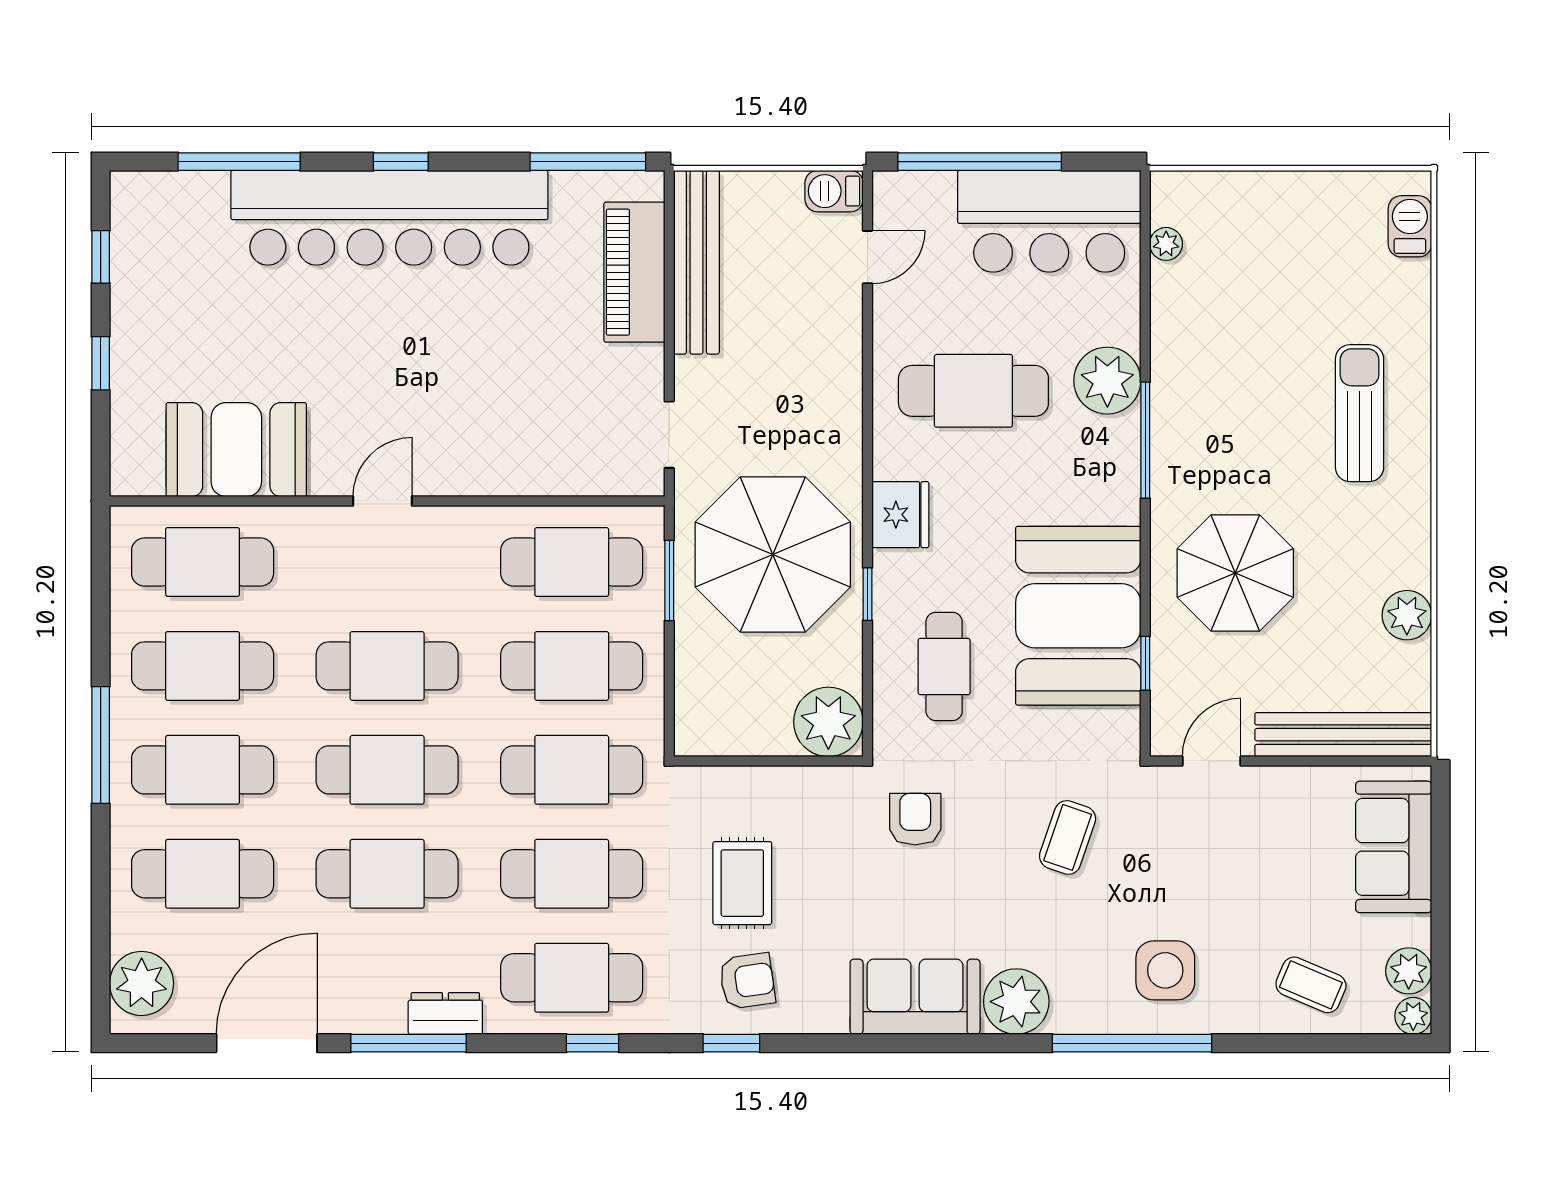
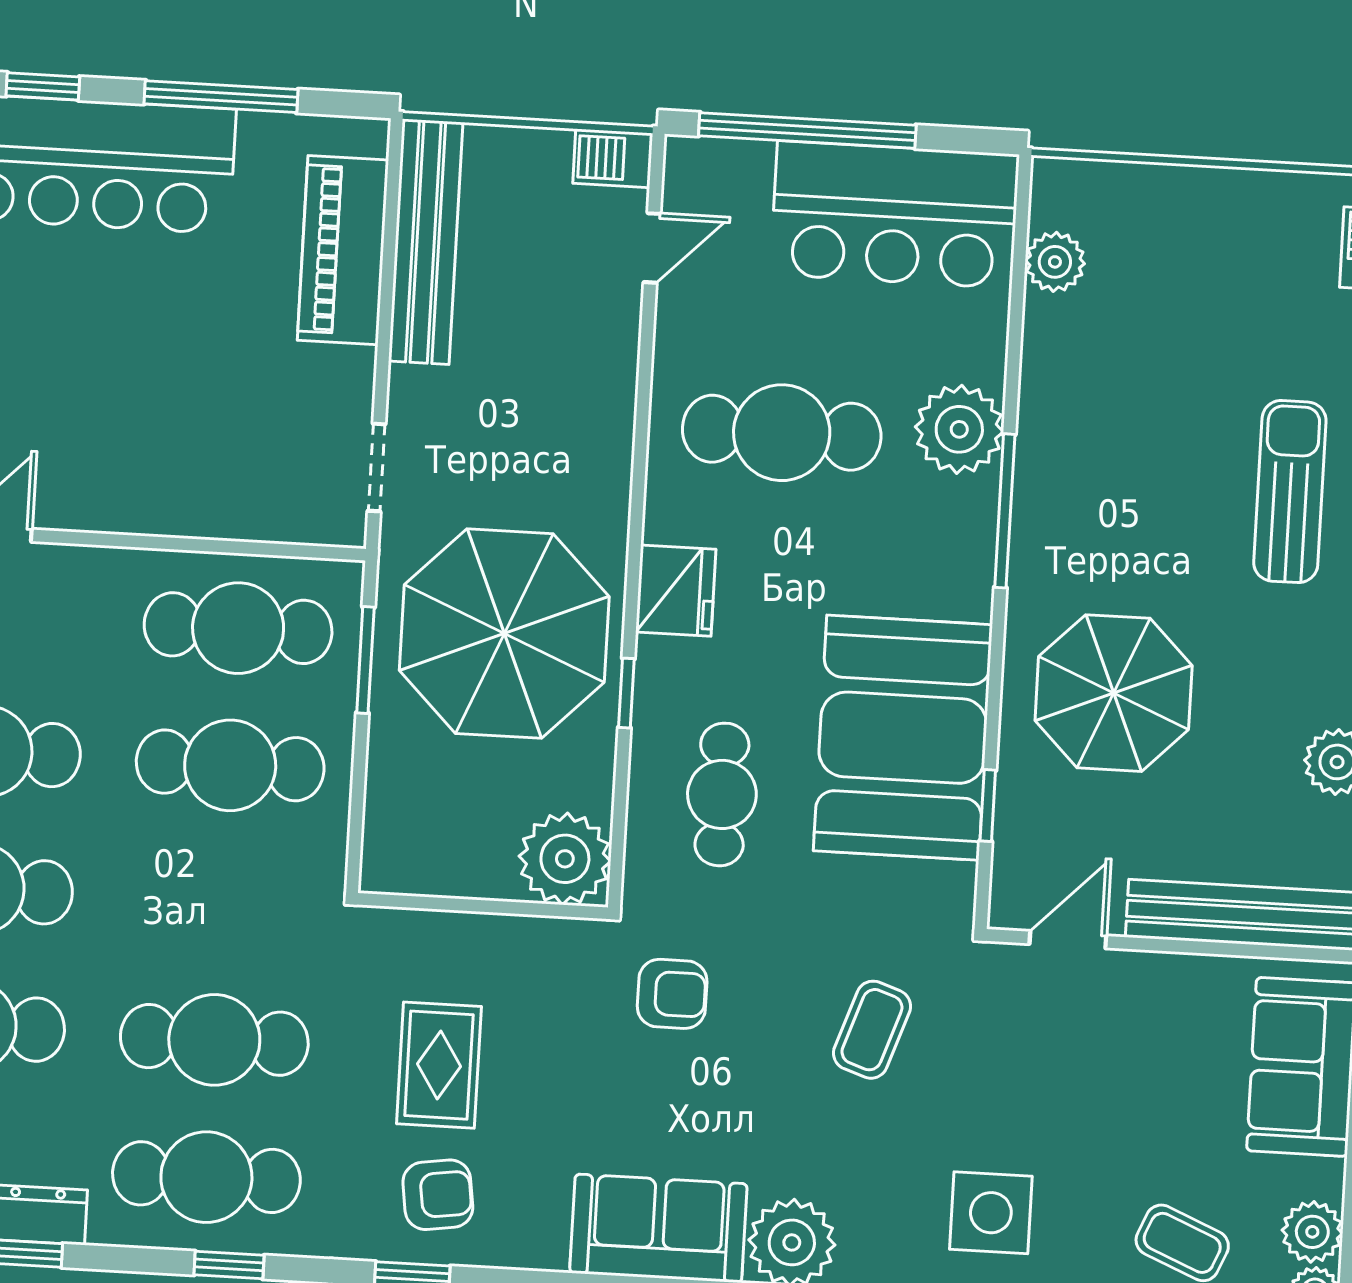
window: (588, 162) -> (221, 97), moved
plant: (1166, 244) -> (1055, 262), width x1.38, depth x1.38
cafe table: (572, 770) -> (222, 903), removed
armchair: (915, 819) -> (672, 994), turned 90

